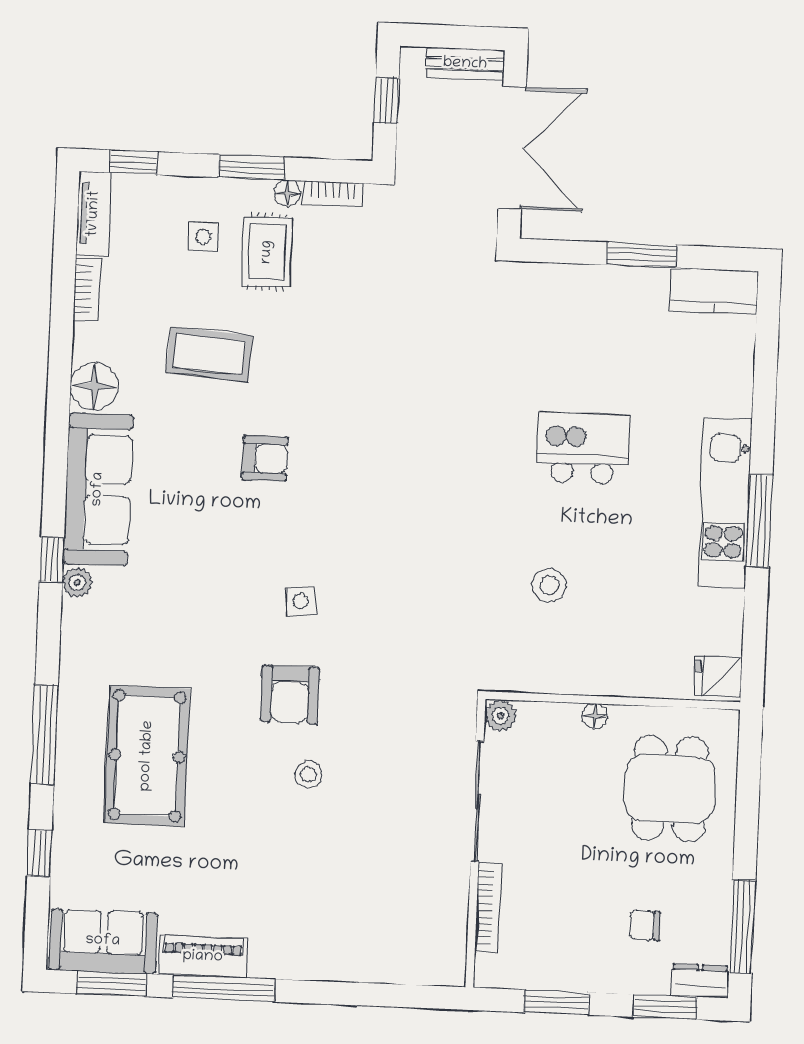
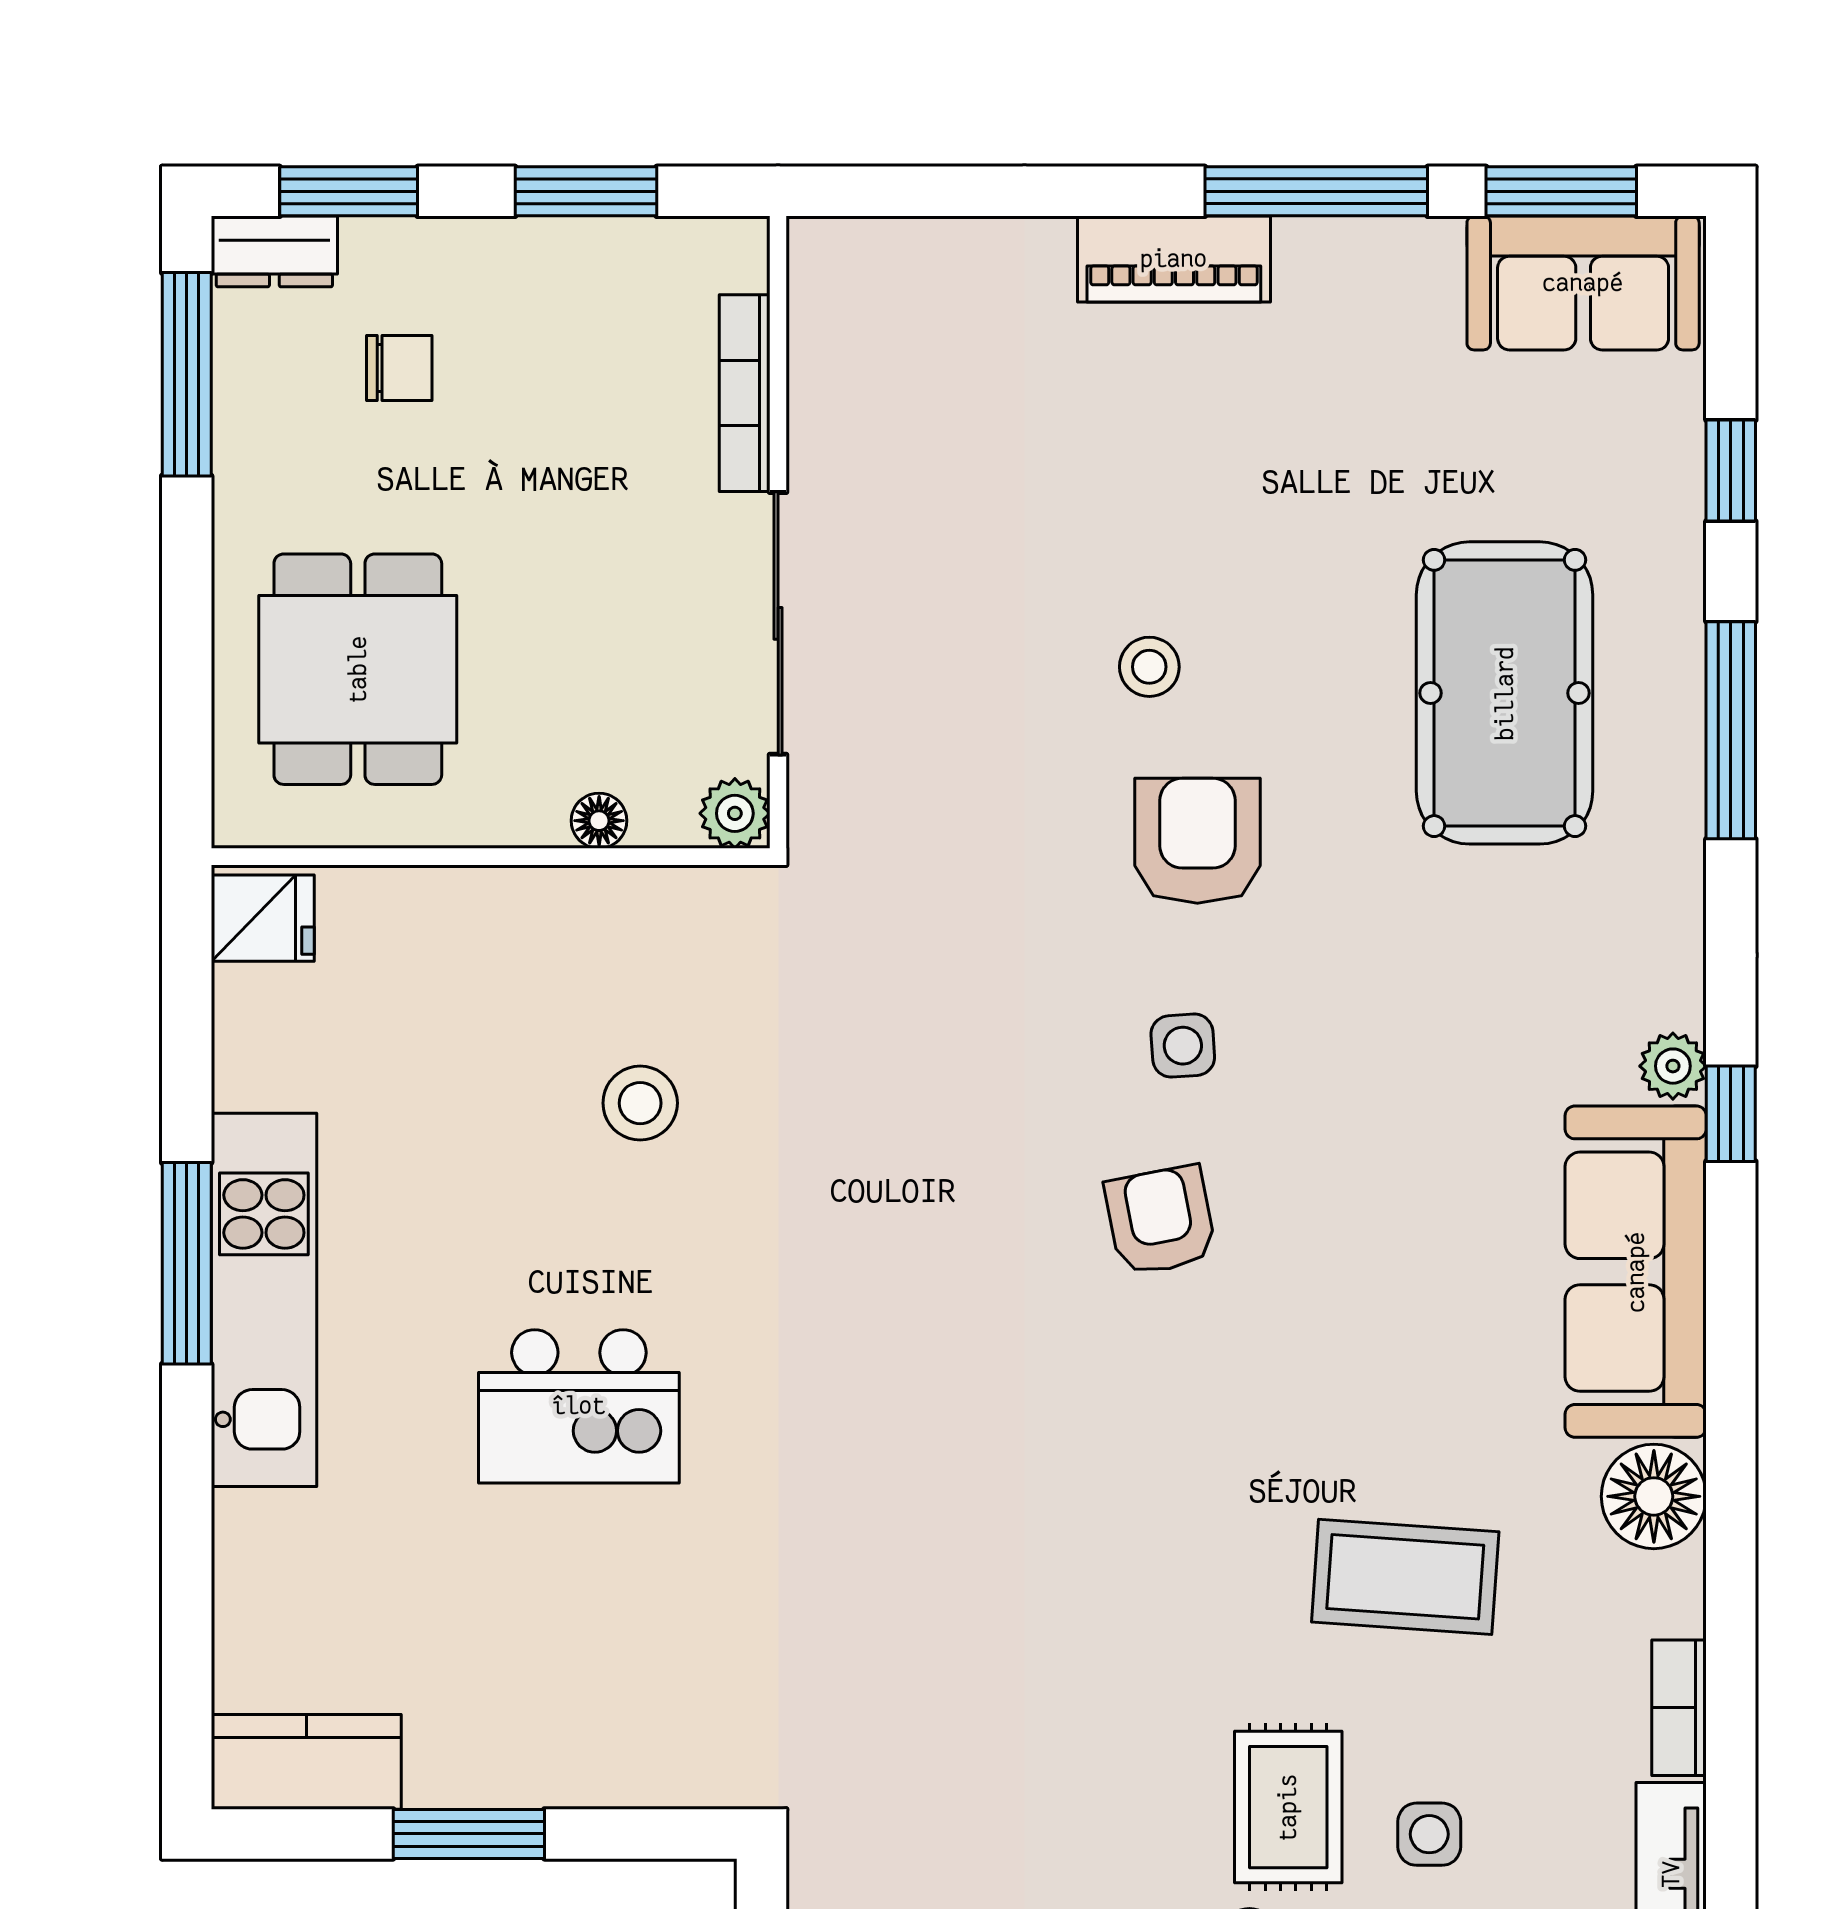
armchair: (265, 458) -> (1160, 1221), moved, turned 79
floor lamp: (595, 716) -> (599, 821), moved
piano: (203, 957) -> (1174, 259), moved

